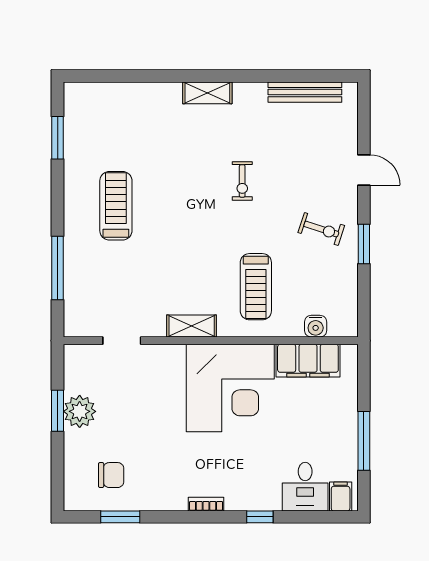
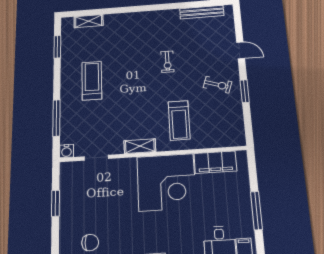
shelving: (207, 93) -> (89, 21), moved
water cooler: (316, 326) -> (66, 151), moved
plant: (80, 411) -> (70, 203), removed

